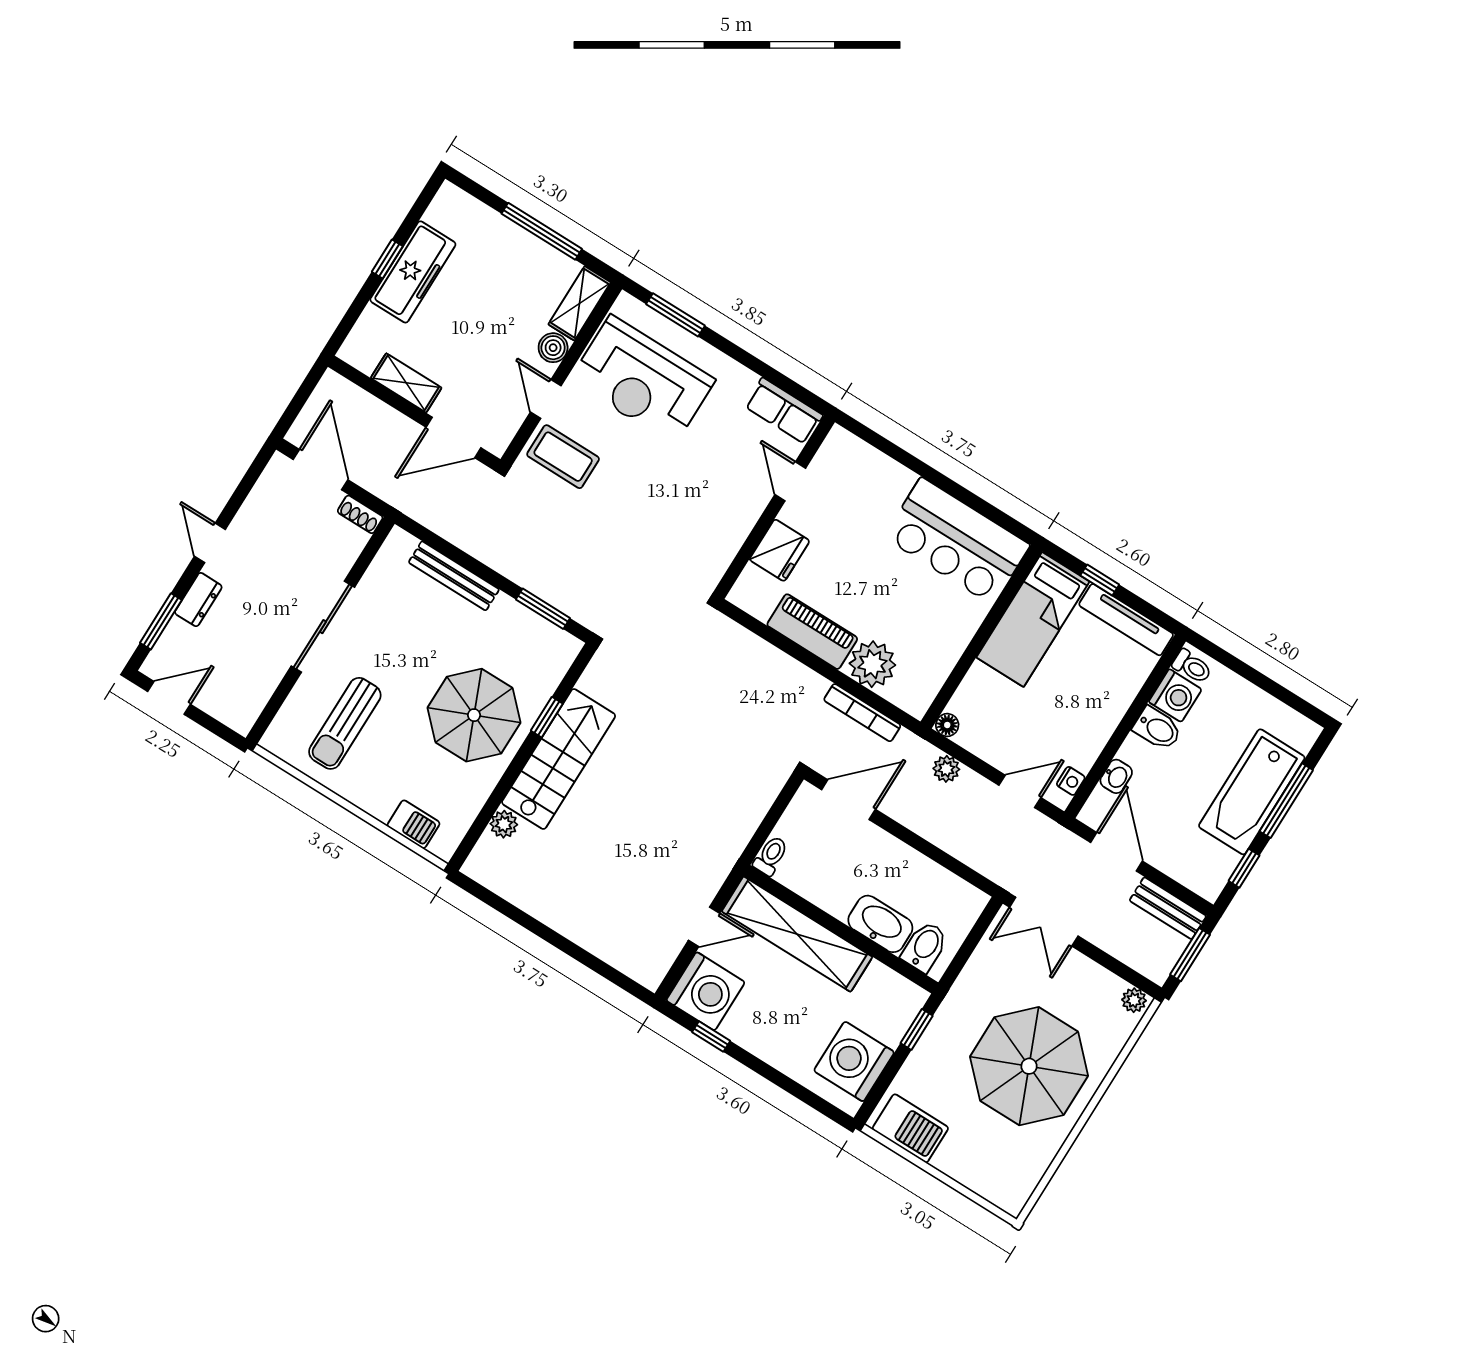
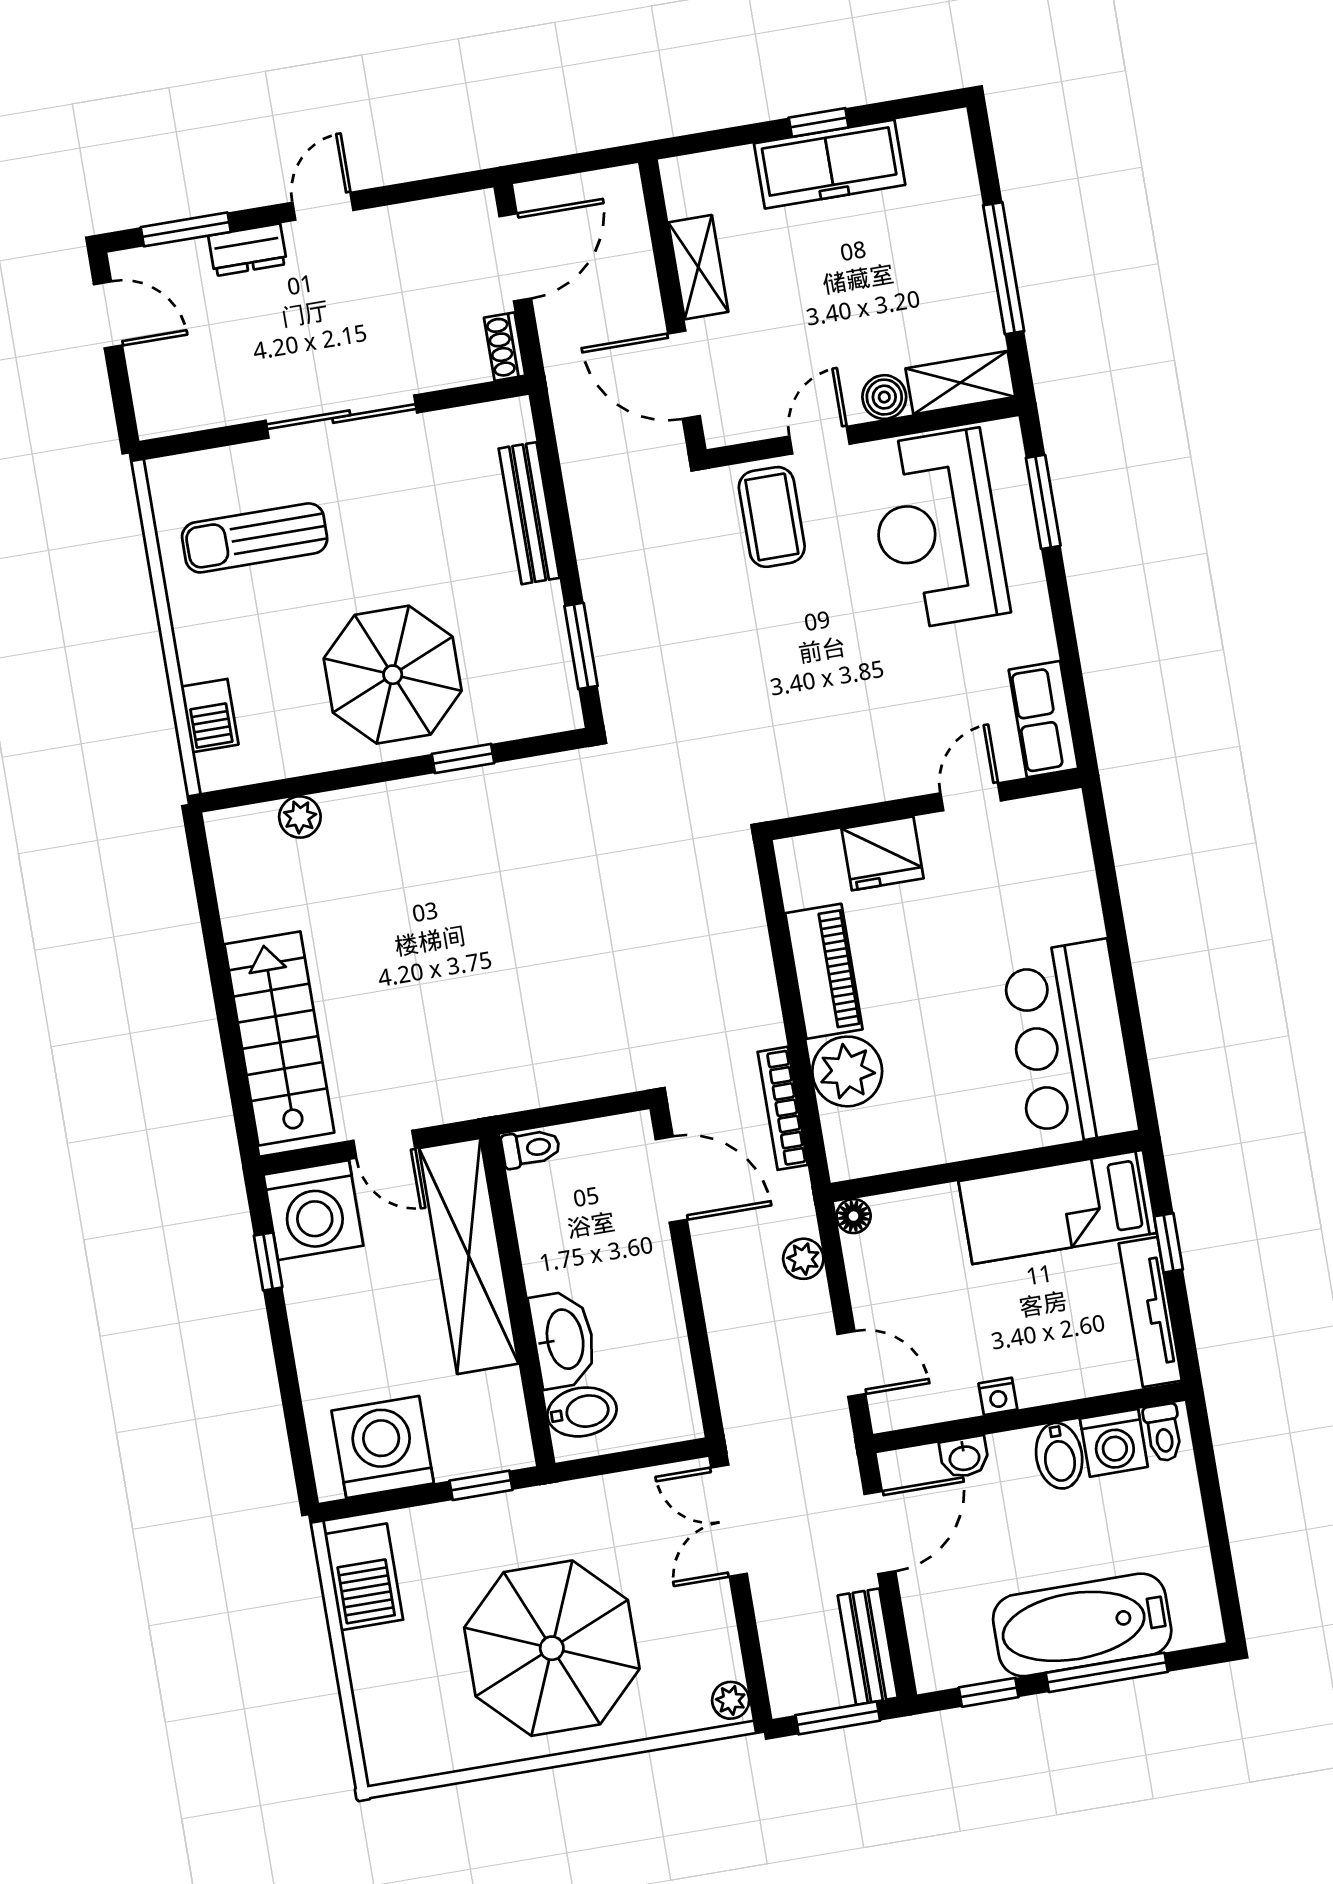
stairs: (559, 759) -> (279, 1038), moved, turned -90
nightstand: (1071, 781) -> (998, 1396), moved

